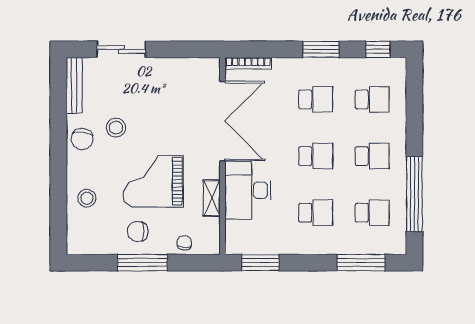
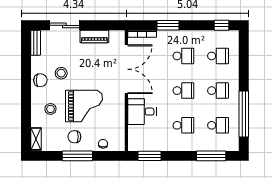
window: (321, 49) -> (168, 25), moved
piano: (170, 68) -> (94, 37), added
bench: (74, 85) -> (36, 43), width x0.73
chair: (82, 139) -> (40, 80), turned -97
grand piano: (153, 181) -> (84, 106), turned 180
desk: (248, 190) -> (142, 112), width x0.73
stool: (87, 198) -> (50, 109), moved
shelving: (212, 198) -> (36, 139), moved

